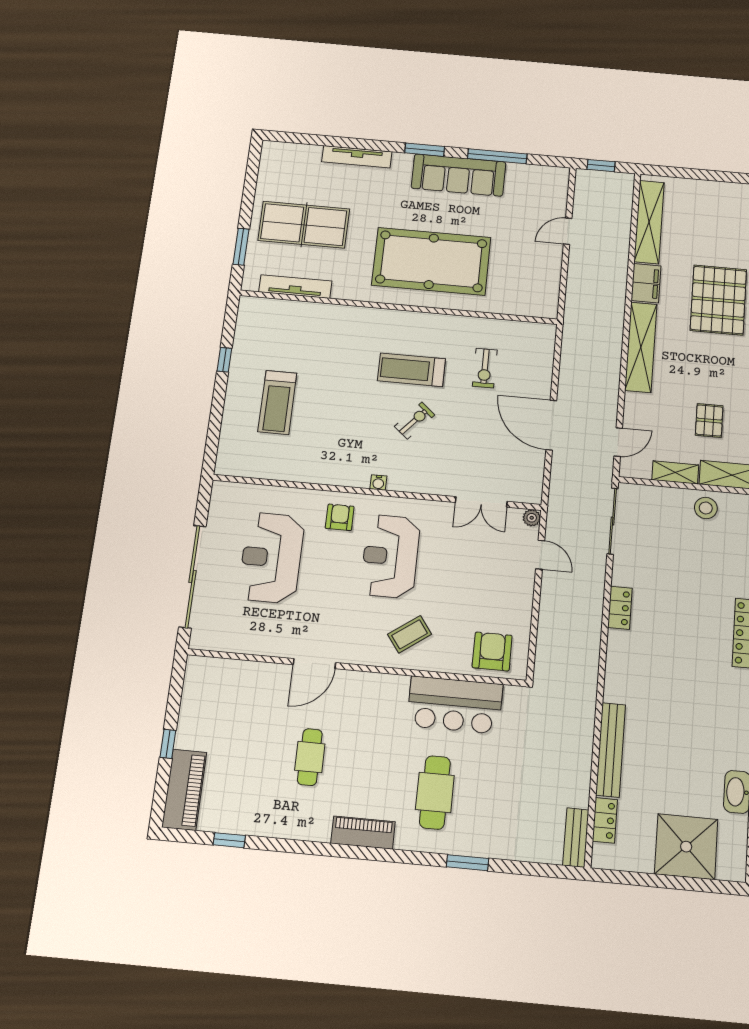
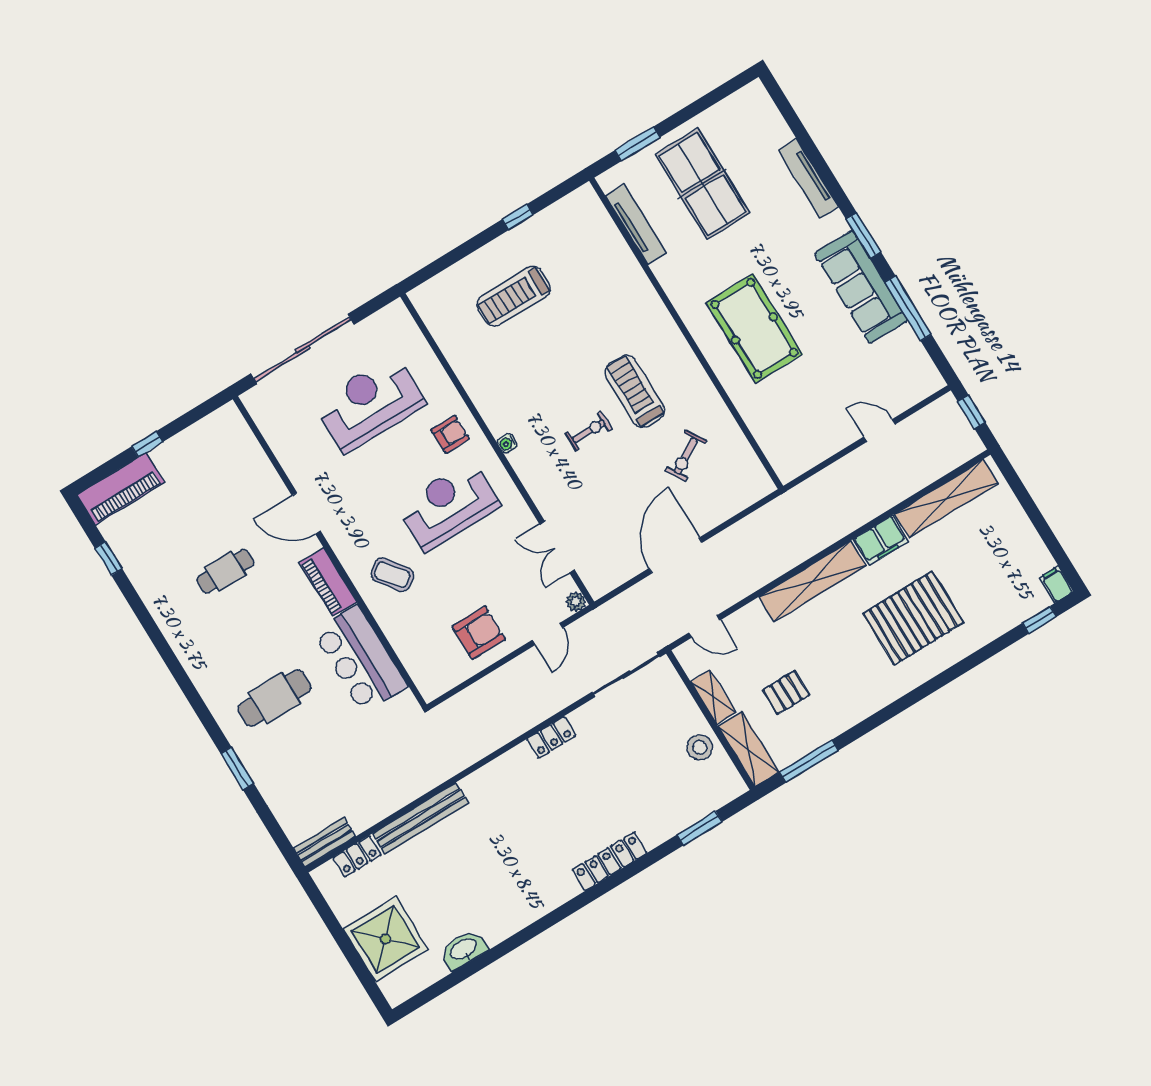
pool table: (431, 261) -> (754, 328), width x0.73, depth x0.76
exercise bike: (485, 368) -> (686, 456), turned -31
exercise bike: (415, 421) -> (589, 431), turned -41
armchair: (492, 651) -> (479, 633), moved
piano: (363, 833) -> (328, 582), moved, turned 180

